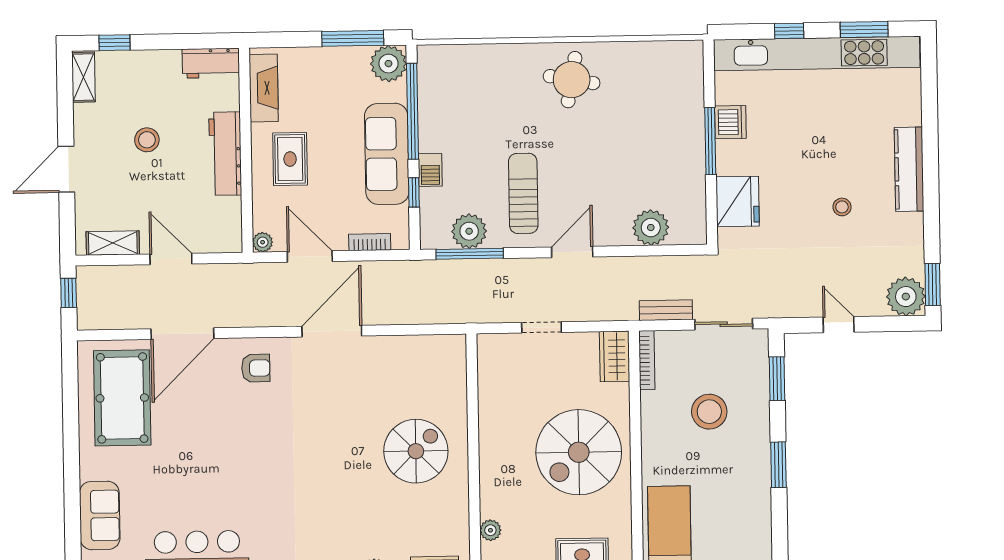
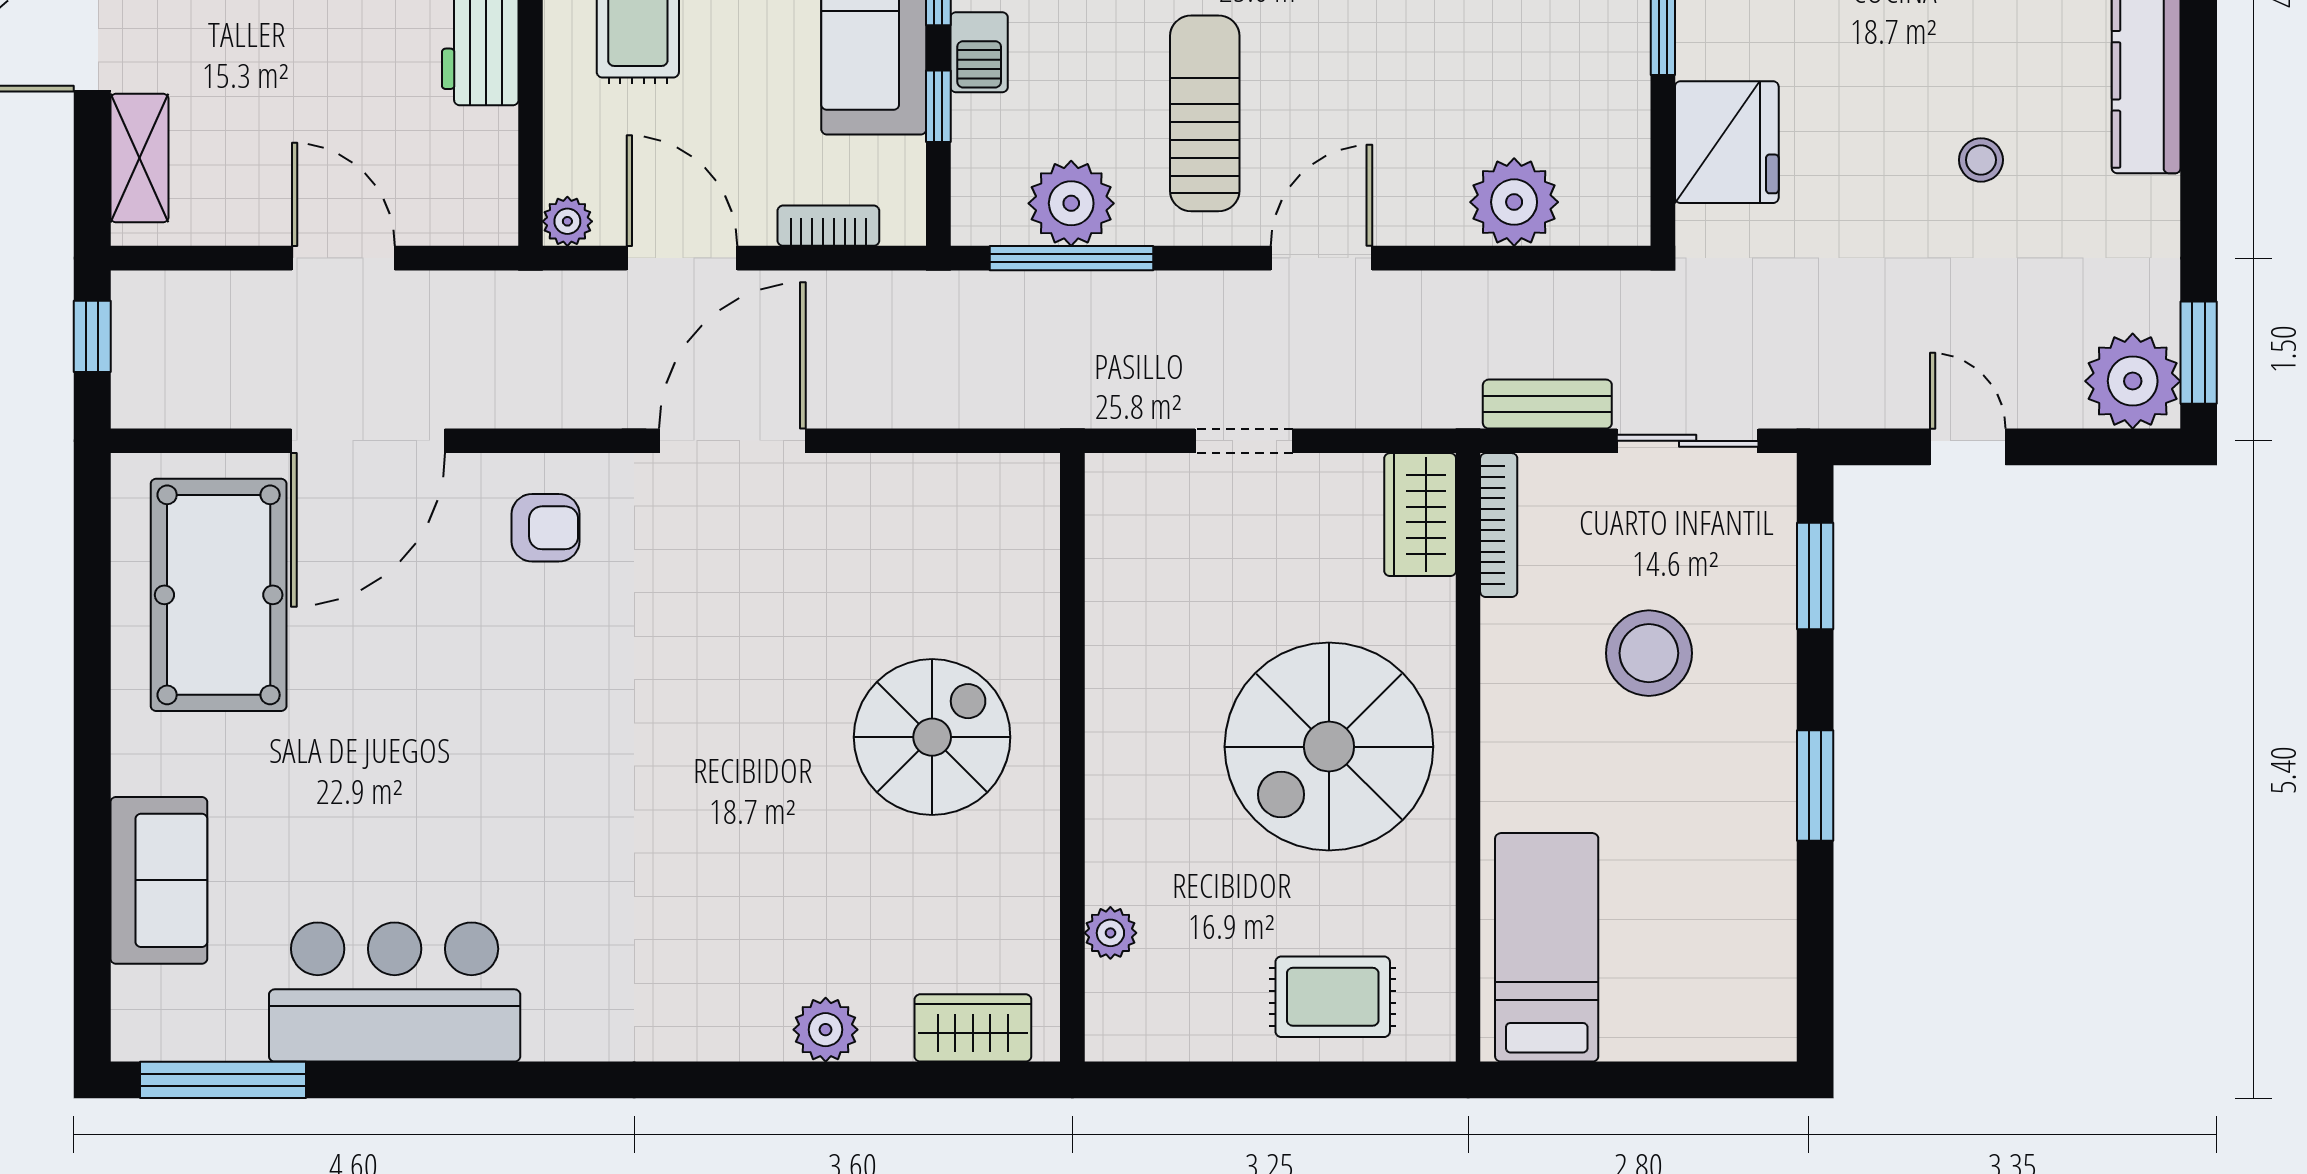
shelving: (113, 243) -> (139, 158), moved, turned 90

